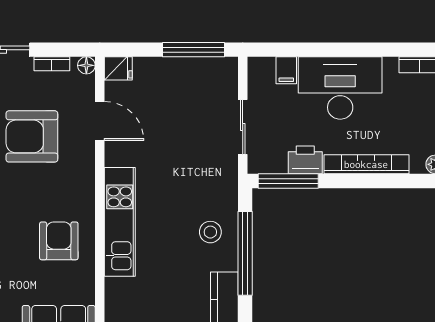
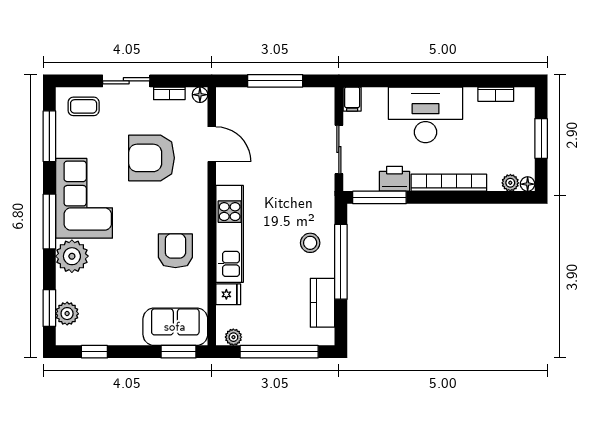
window: (194, 50) -> (275, 81), moved
fridge: (118, 68) -> (228, 294), moved
filing cabinet: (286, 70) -> (352, 99), moved

